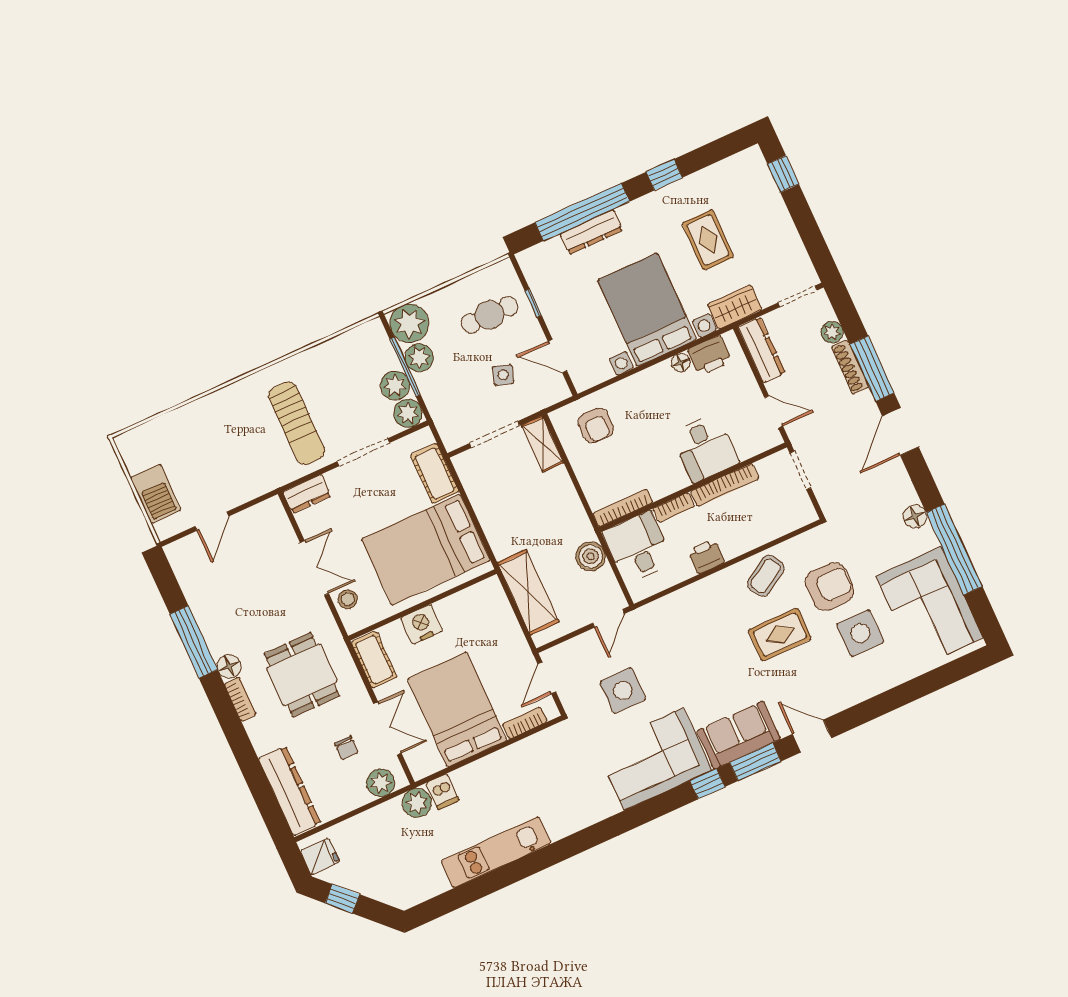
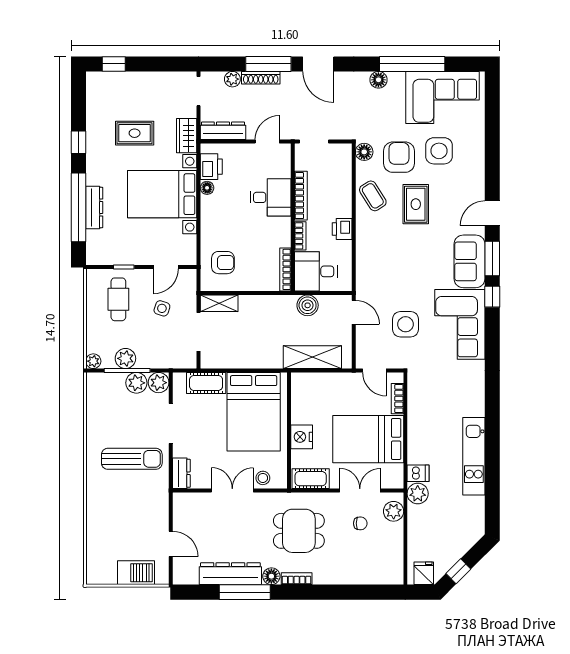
plant: (409, 323) -> (93, 361), width x0.53, depth x0.53
floor lamp: (816, 540) -> (364, 152), added
dresser: (290, 791) -> (230, 574), moved

